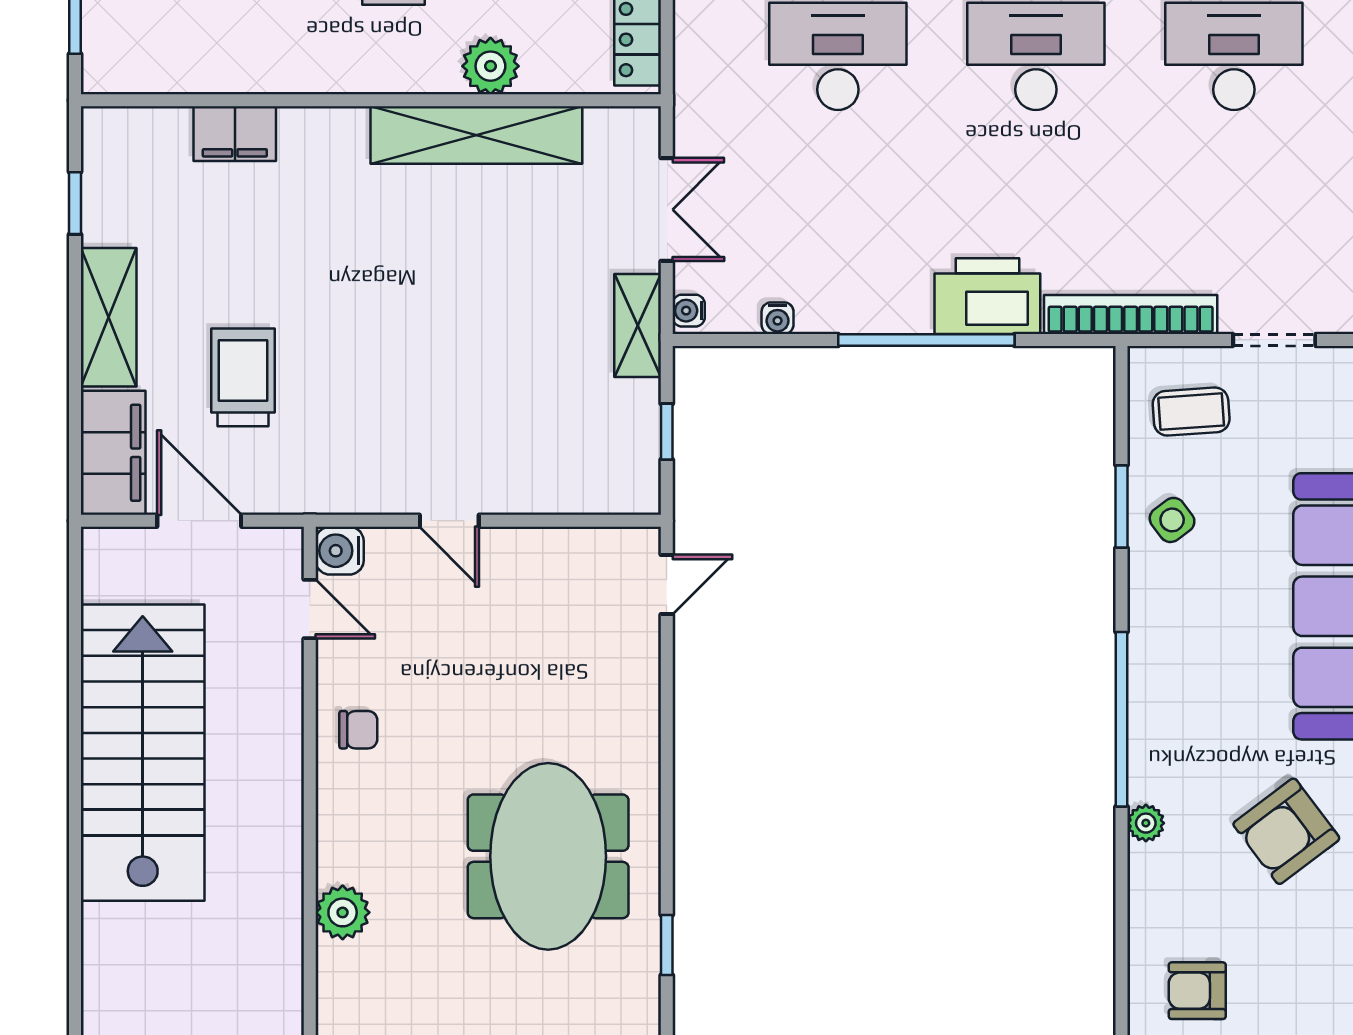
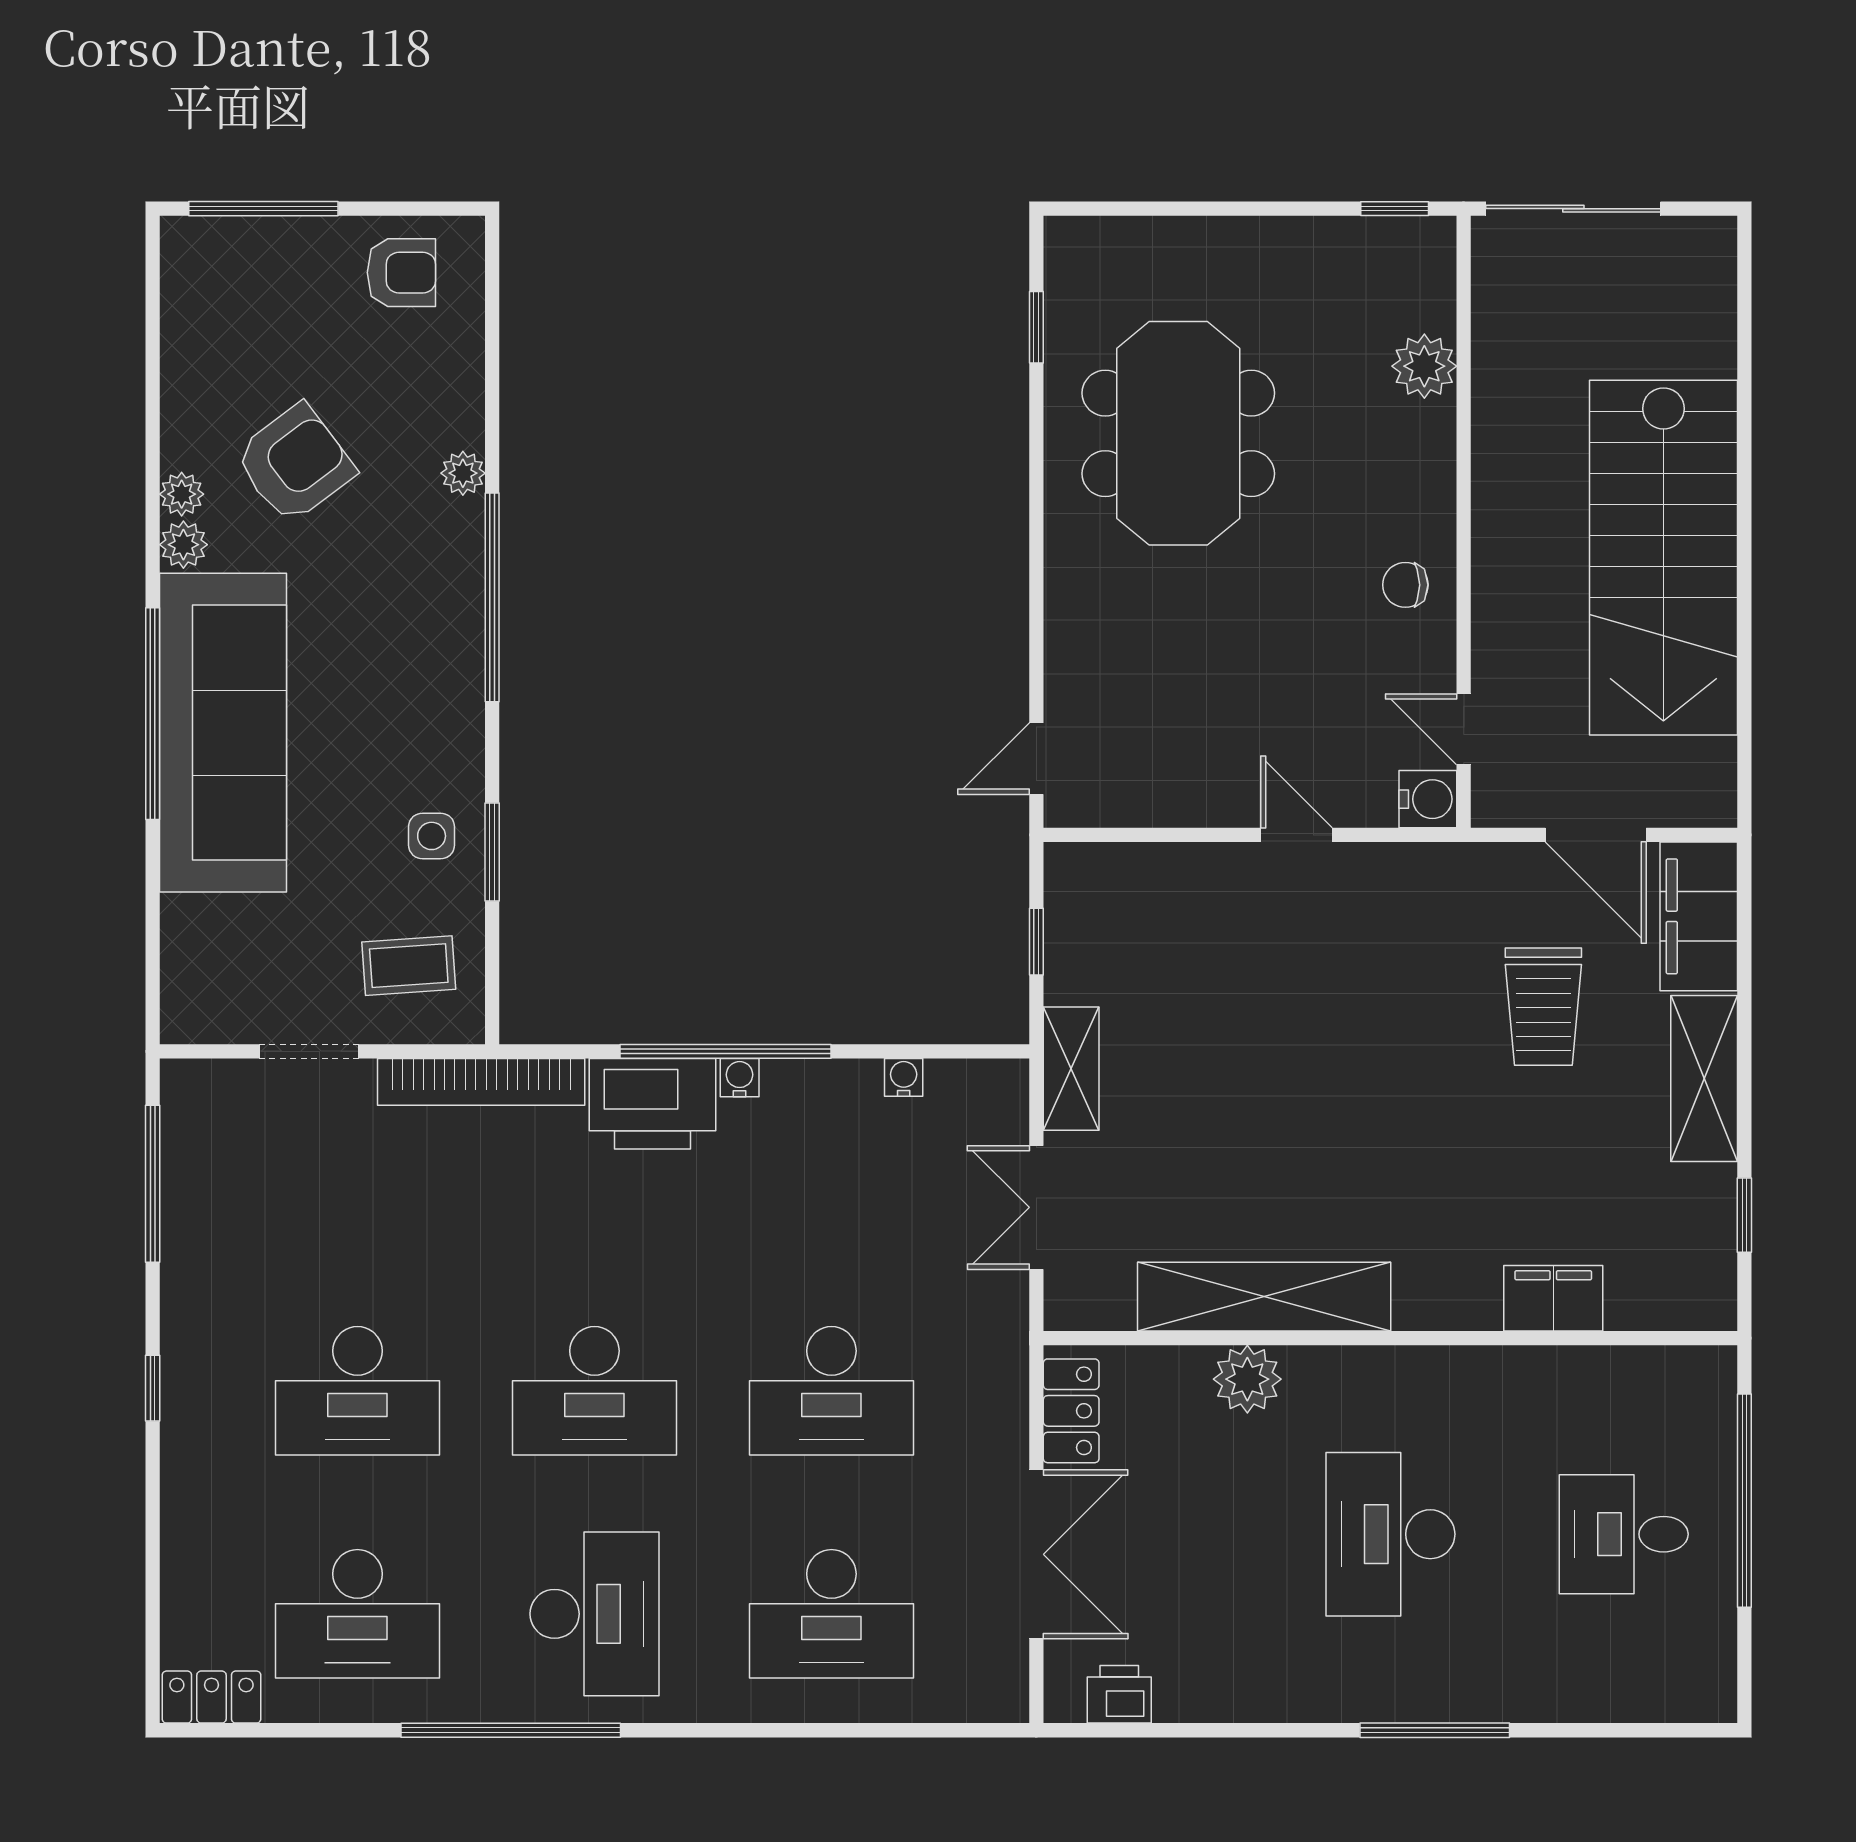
water cooler: (689, 311) -> (740, 1078), moved, turned -90
side table: (1172, 520) -> (432, 836), turned 37

